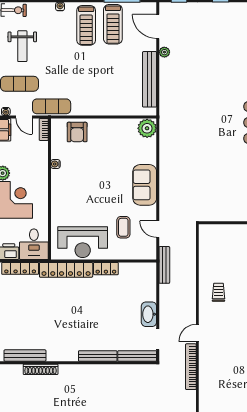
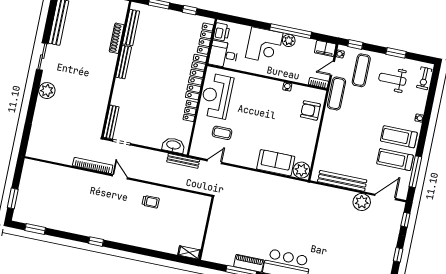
plant: (164, 52) -> (362, 202), width x1.88, depth x1.88
sofa: (145, 185) -> (276, 163), moved
washbasin: (149, 314) -> (173, 145), moved
bench: (98, 356) -> (124, 62), moved

